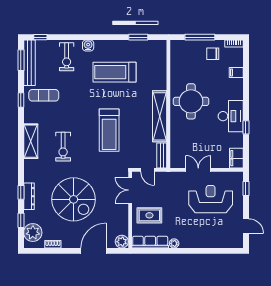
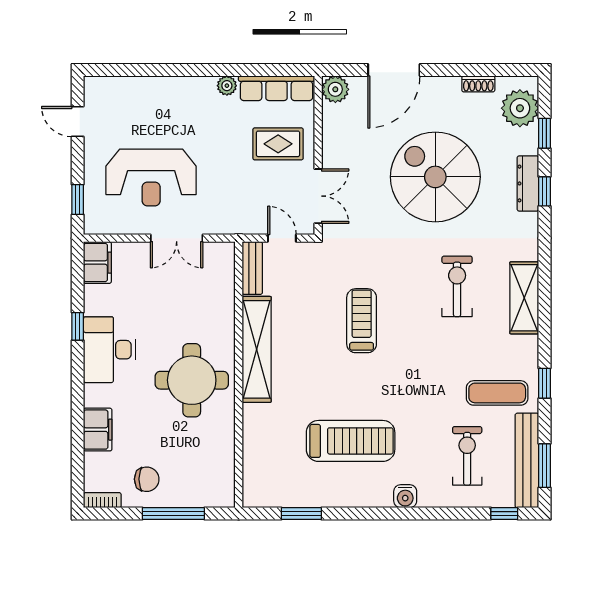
exercise bike: (67, 57) -> (467, 456), moved
filing cabinet: (236, 72) -> (98, 430), width x2.00
treadmill: (109, 130) -> (362, 321), width x0.73, depth x0.73

